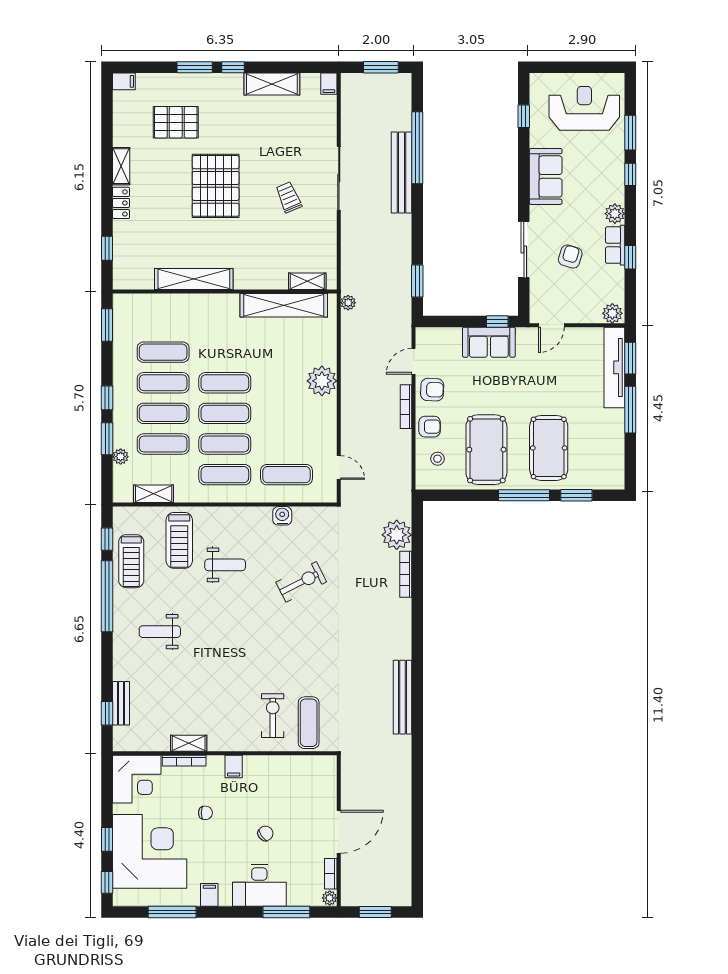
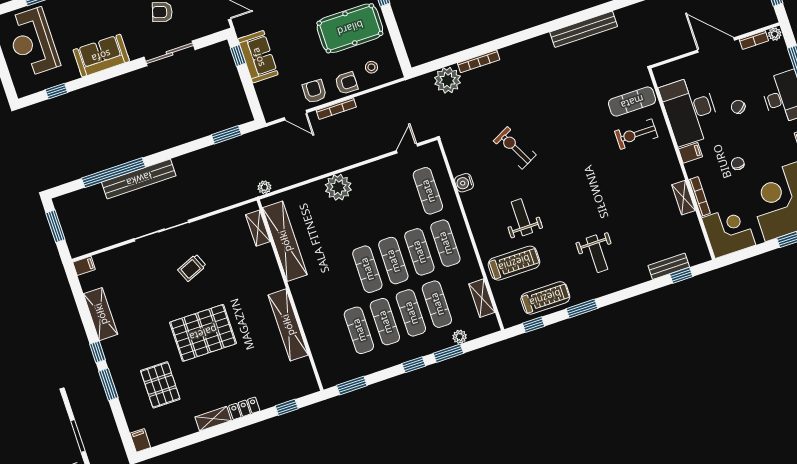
armchair: (430, 427) -> (346, 83), turned 90
window: (107, 596) -> (582, 309), width x0.47
desk: (279, 781) -> (690, 110), added

